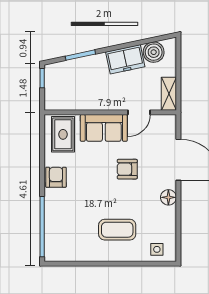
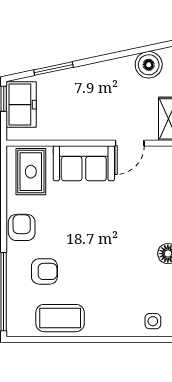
freezer: (125, 59) -> (21, 105), moved, turned -78
armchair: (127, 169) -> (44, 271), moved, turned 180
coffee table: (117, 230) -> (60, 318), moved

